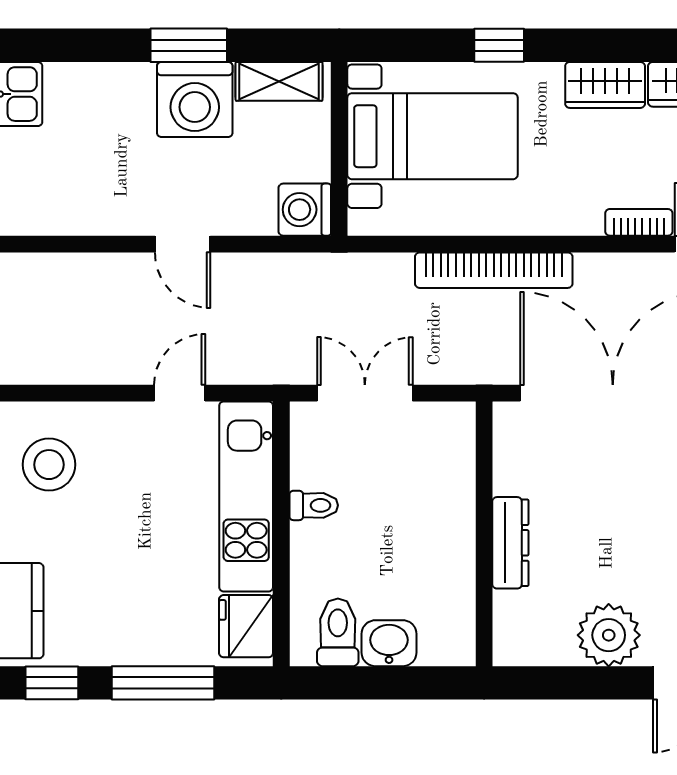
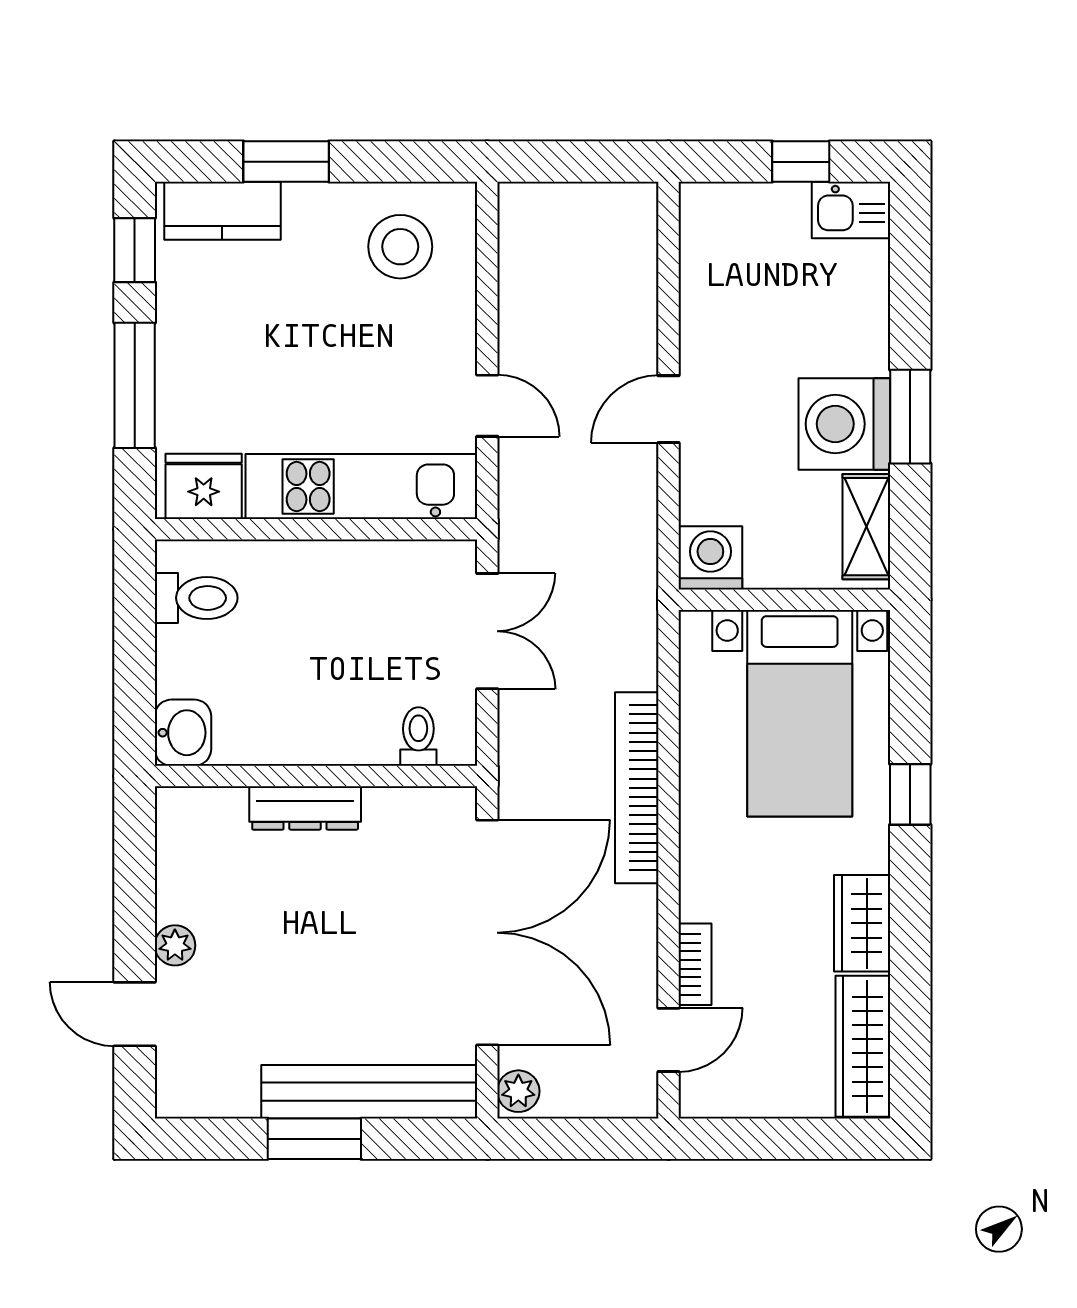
toilet: (314, 505) -> (418, 737), moved, turned 180
plant: (609, 635) -> (175, 945), width x0.53, depth x0.53
washbasin: (389, 643) -> (183, 733), moved

